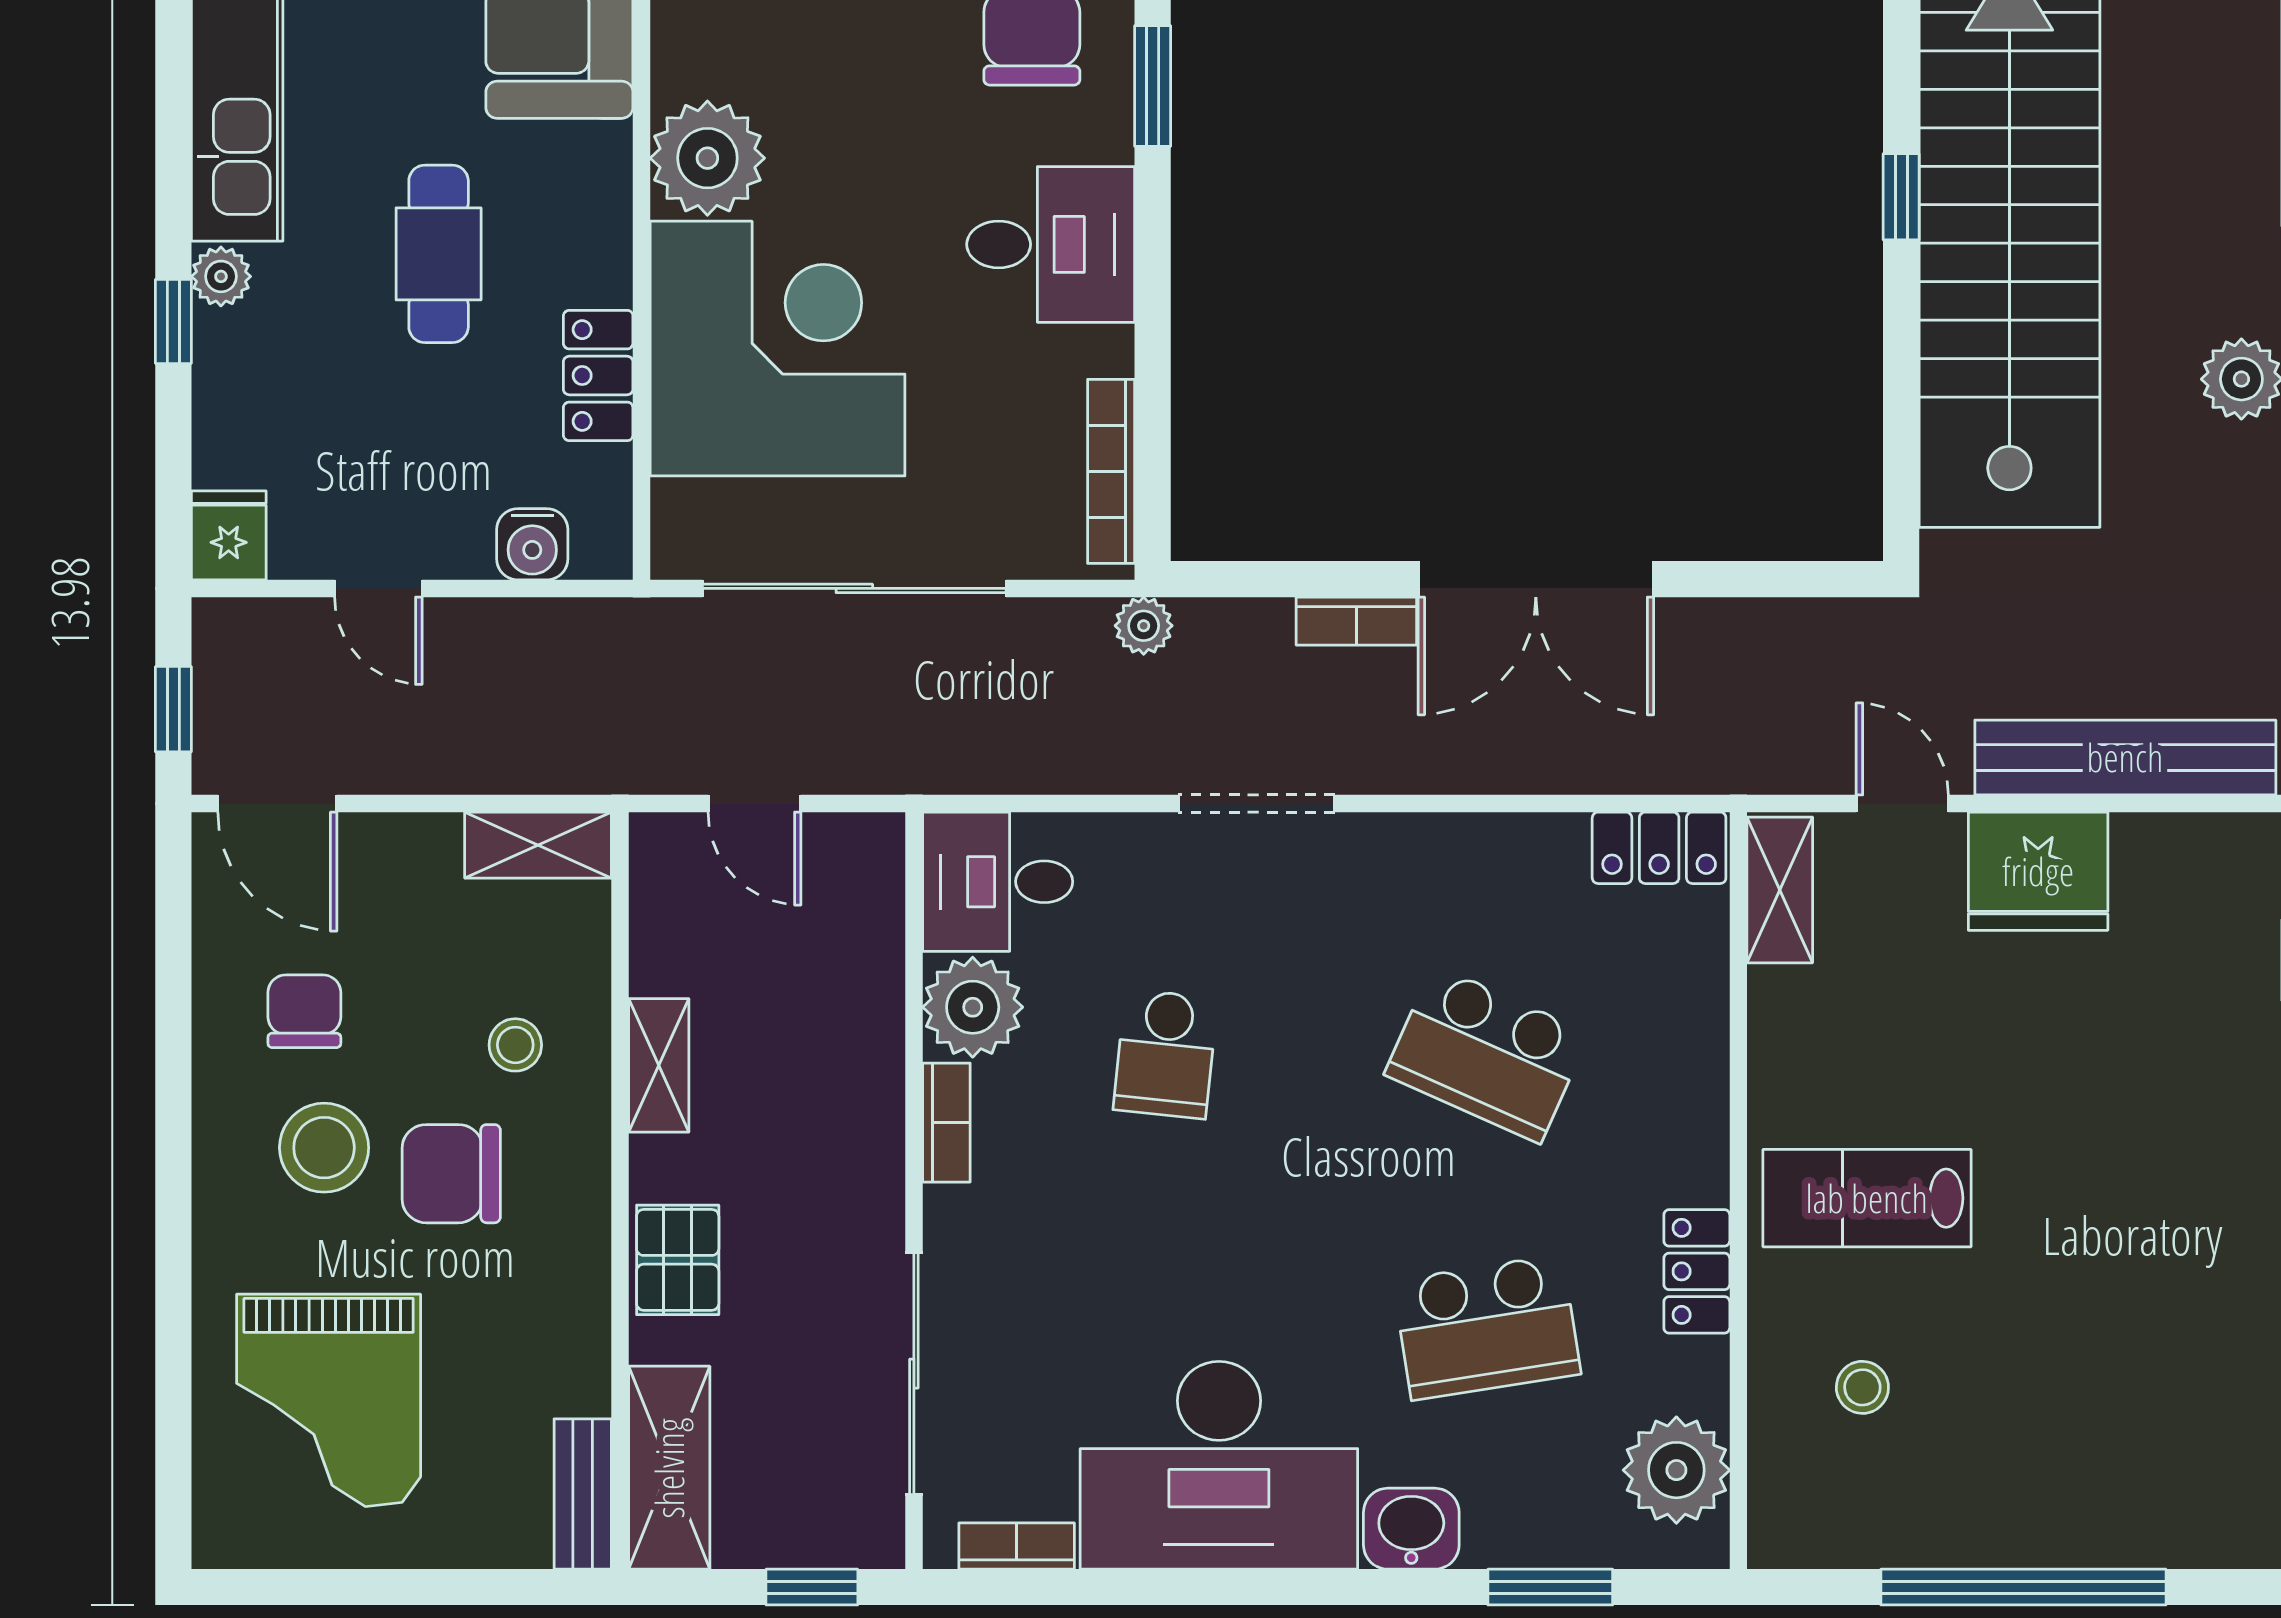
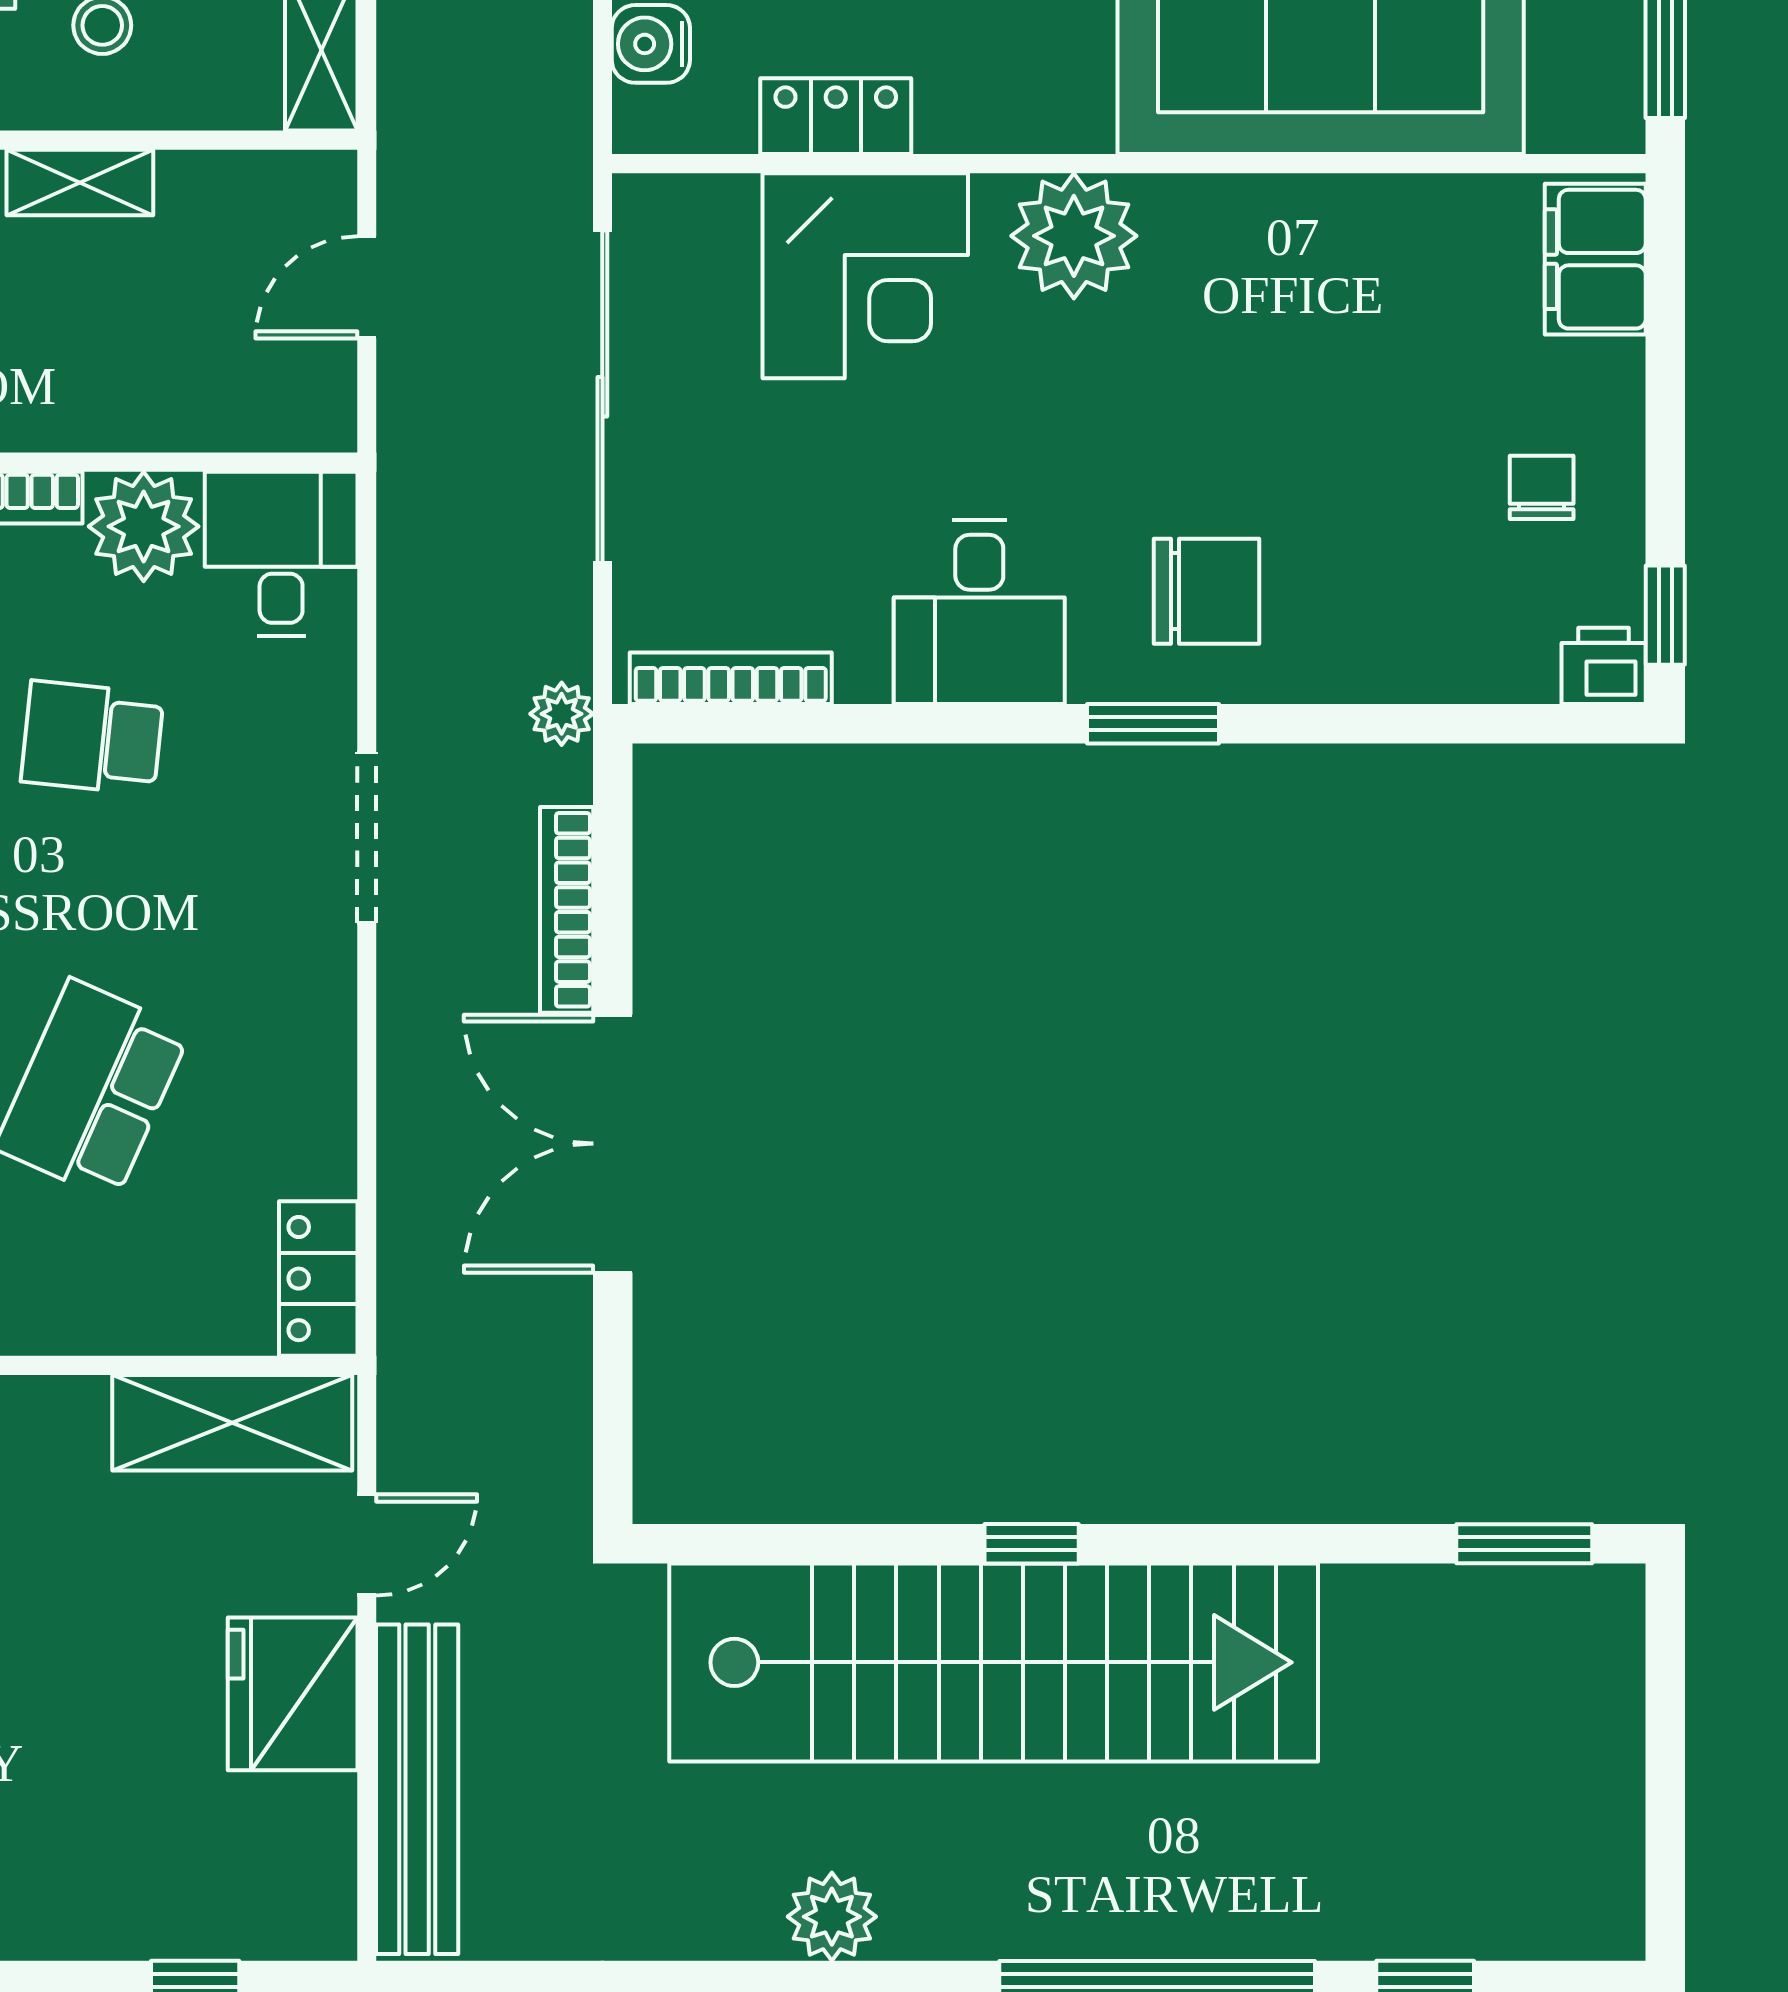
corner desk: (778, 349) -> (865, 276), width x0.74, depth x0.74
bookcase: (1356, 621) -> (567, 910), width x1.56
shelving: (1780, 890) -> (232, 1423), width x1.50, depth x1.33

